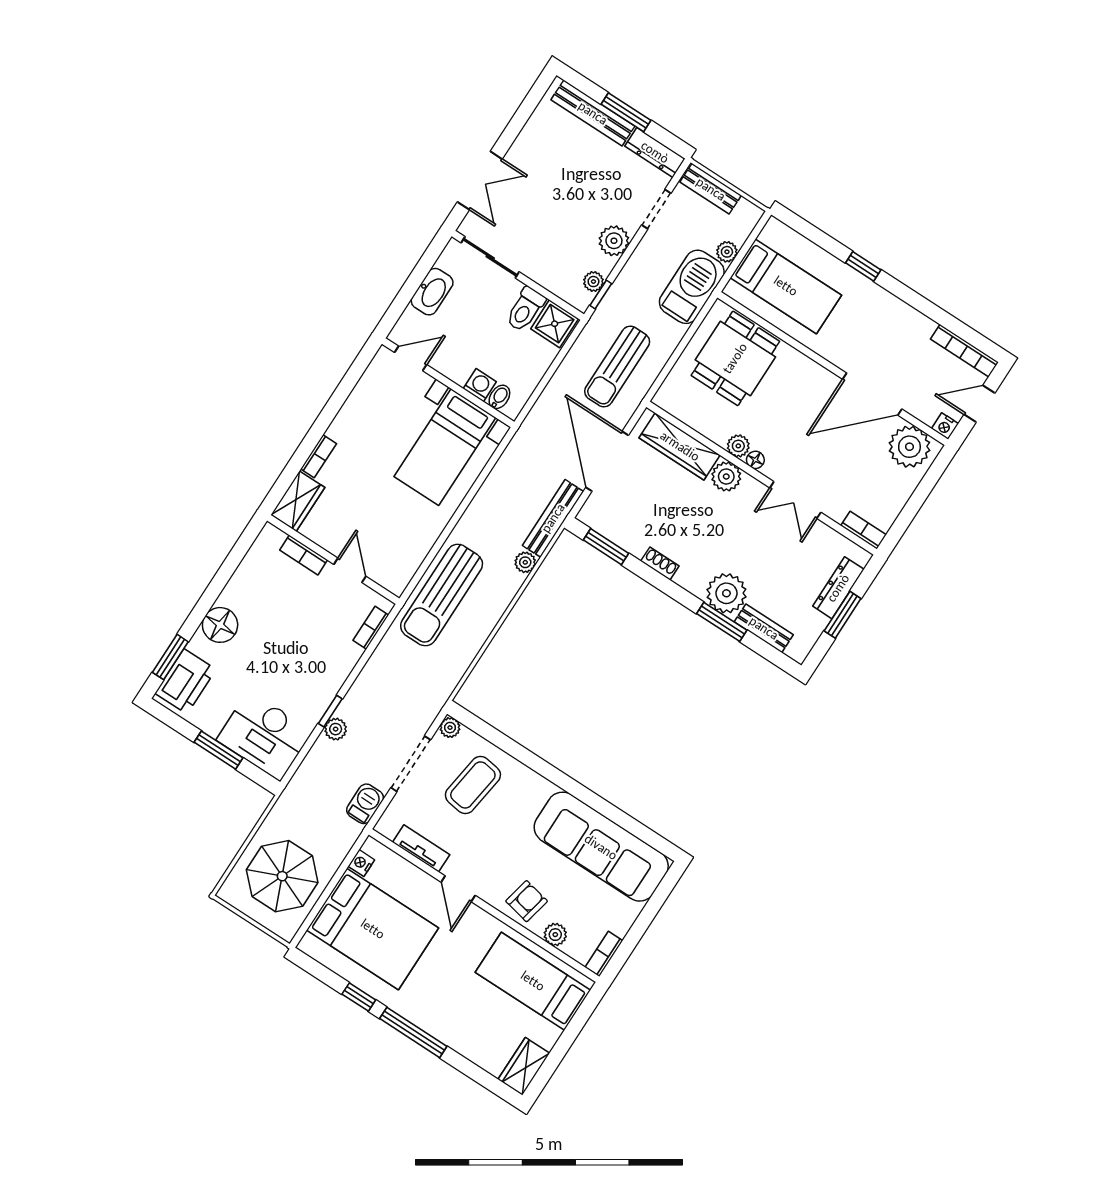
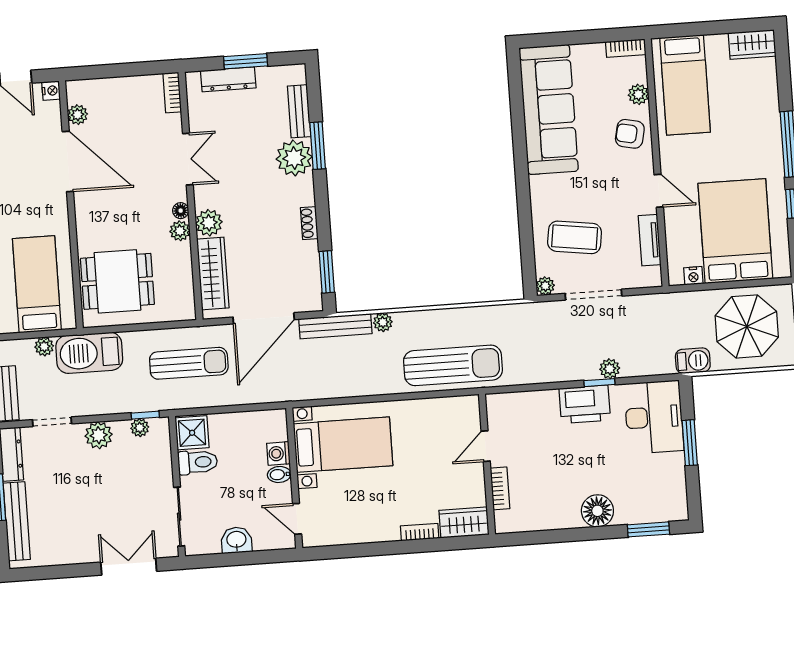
washbasin: (432, 292) -> (236, 540), width x0.72
bidet: (499, 397) -> (279, 474), moved
plant: (909, 447) -> (78, 115), width x0.53, depth x0.53
bookcase: (371, 628) -> (516, 399), removed
printer: (186, 681) -> (585, 404), moved, turned 180
barbecue: (365, 804) -> (693, 361), moved, turned 180
door: (458, 889) -> (659, 191), hinge flipped

